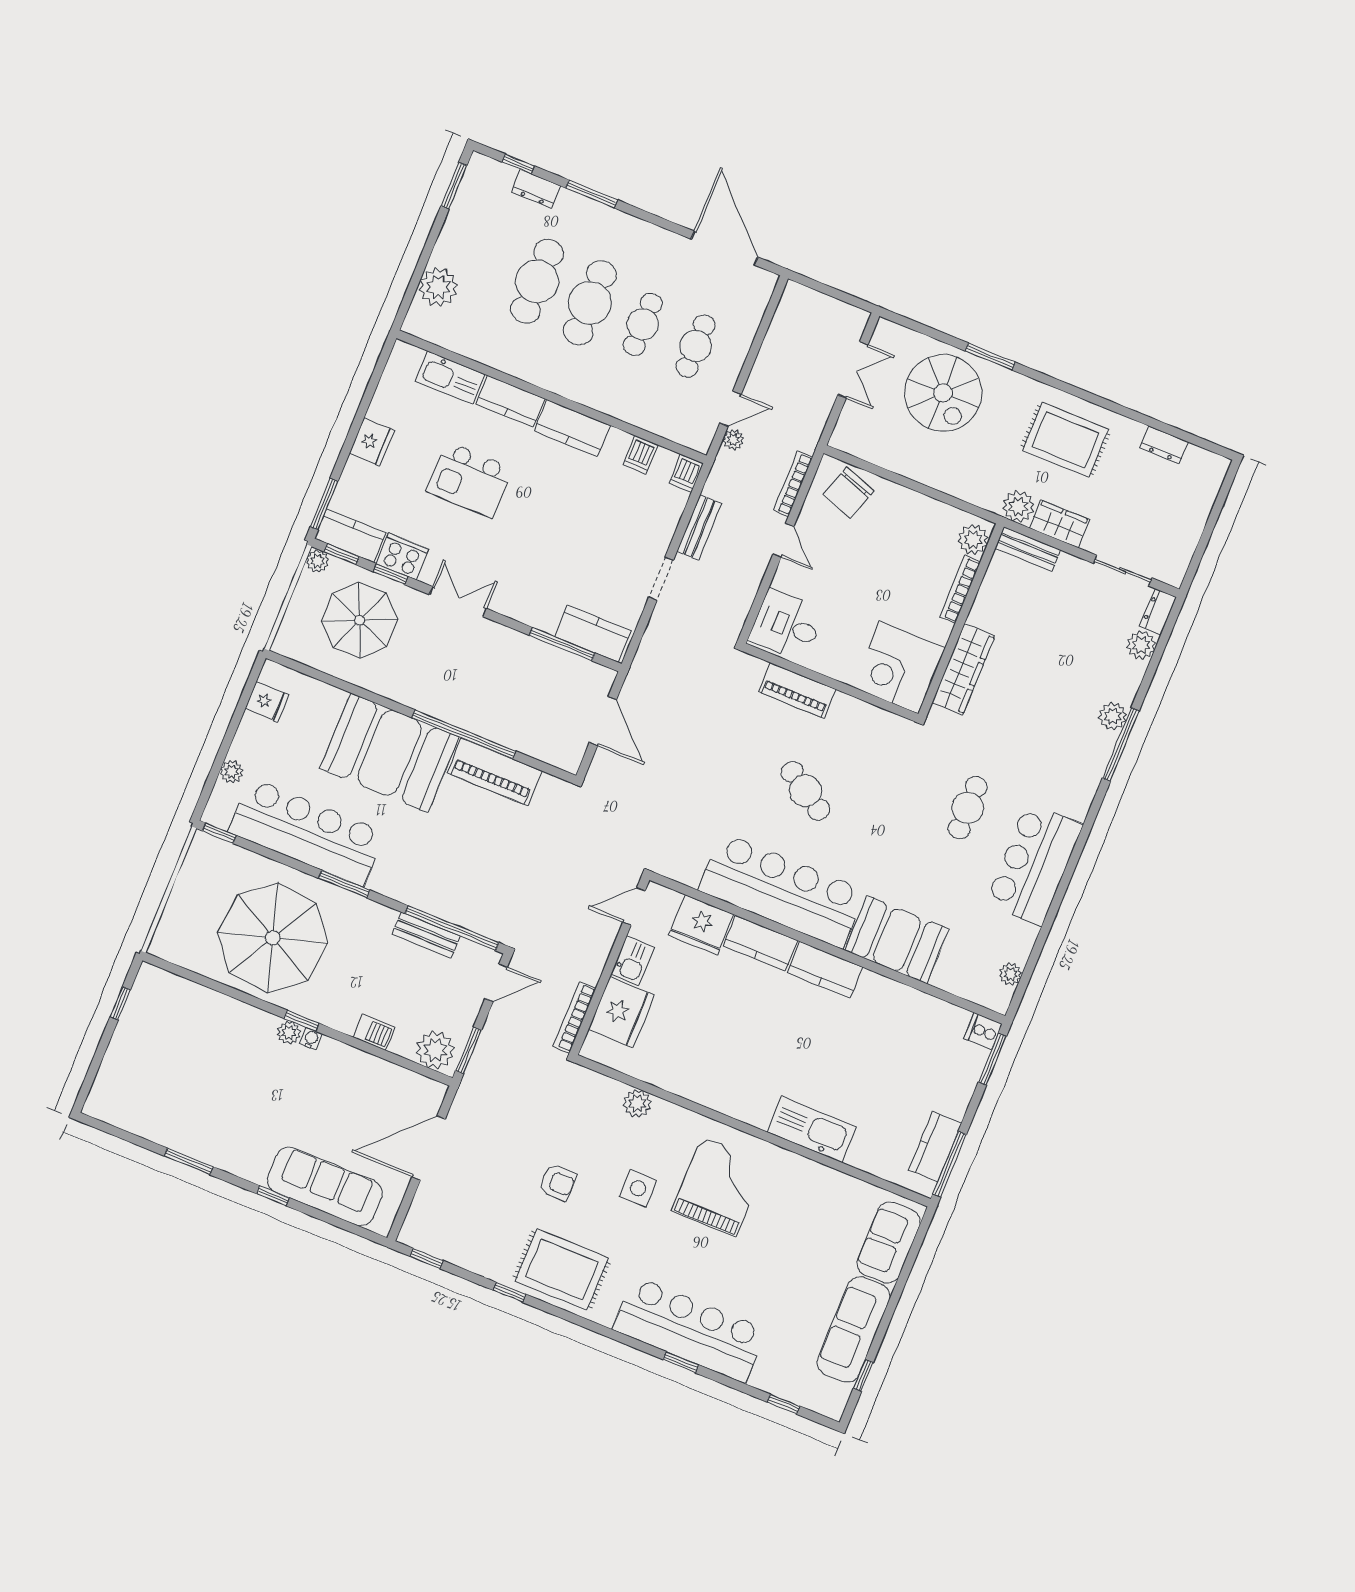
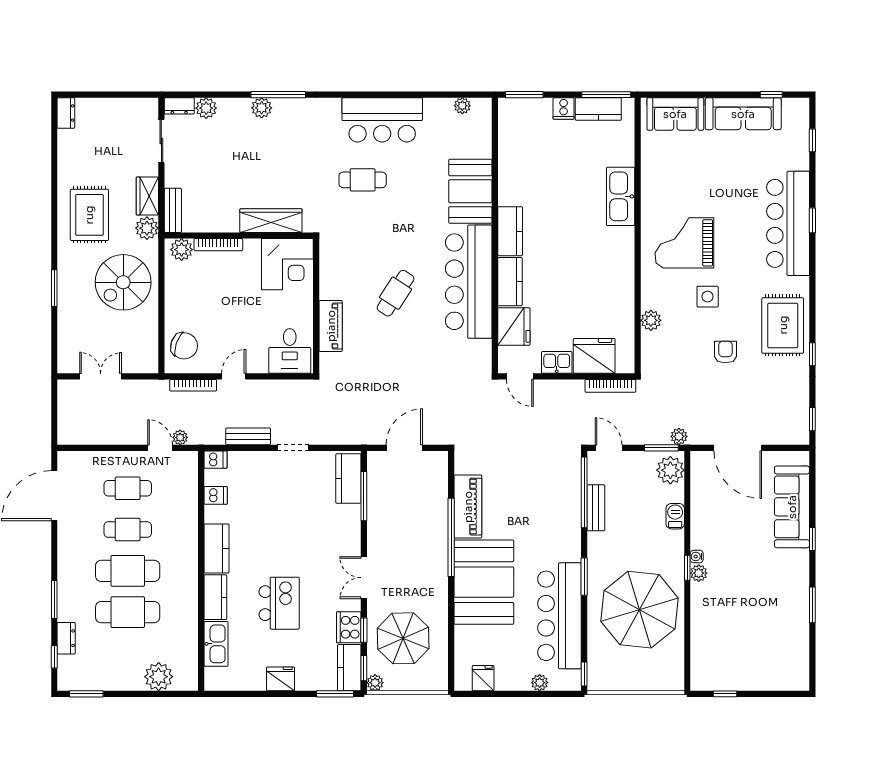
spiral stairs: (943, 393) -> (123, 282), moved, turned 180
dresser: (1164, 445) -> (66, 113), moved
cooker: (983, 1031) -> (564, 108), moved
plant: (474, 1079) -> (679, 436), added

